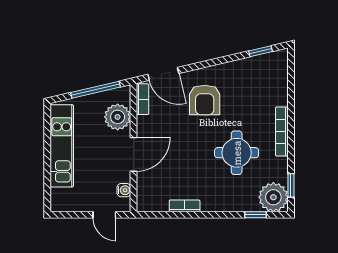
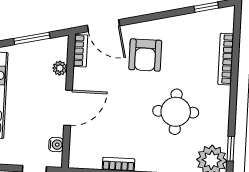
window: (95, 90) -> (32, 38), width x0.69
plant: (118, 117) -> (60, 68), width x0.53, depth x0.53
bookcase: (282, 131) -> (226, 59), moved

